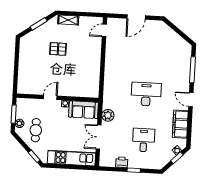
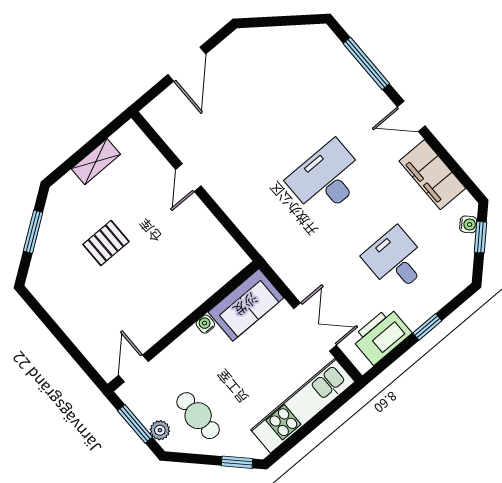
shelving: (68, 20) -> (96, 162), moved
door: (104, 30) -> (188, 178), moved
door: (50, 97) -> (133, 368), moved
plant: (108, 115) -> (296, 275), removed
double door: (99, 137) -> (315, 327), swing flipped
printer: (122, 162) -> (381, 336), width x1.87, depth x1.48

